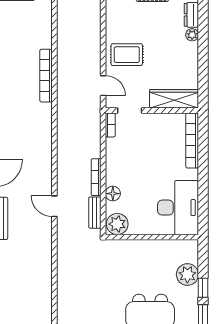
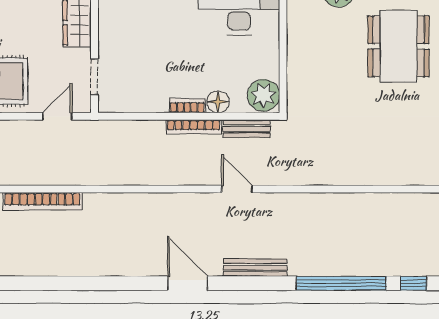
bookcase: (110, 125) -> (187, 106), moved
door: (54, 206) -> (237, 189), swing flipped

